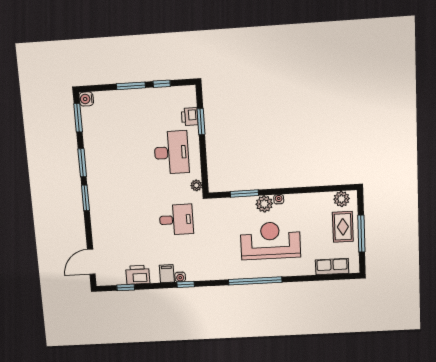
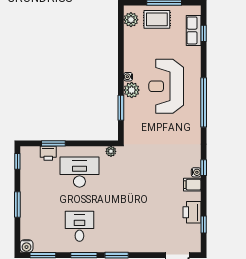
window: (162, 84) -> (17, 161), moved
desk: (176, 220) -> (79, 226), moved
window: (329, 277) -> (204, 33), added

